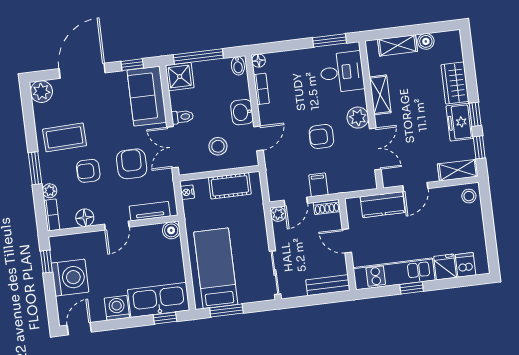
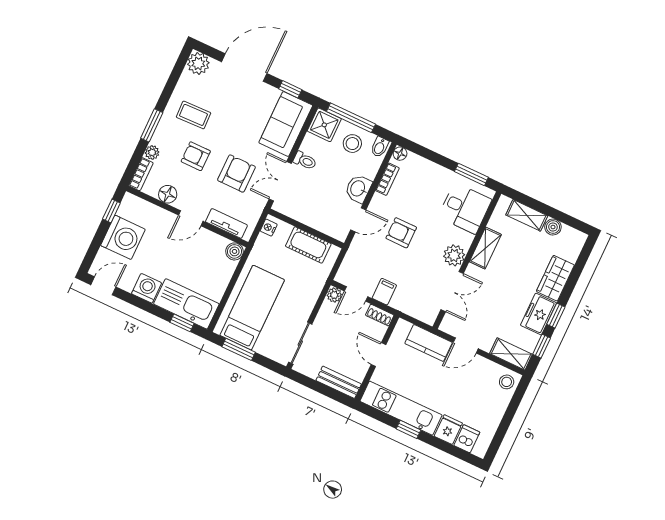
armchair: (321, 136) -> (401, 233), moved
coffee table: (65, 137) -> (194, 115), width x0.73, depth x0.77
stool: (218, 146) -> (352, 144), moved

